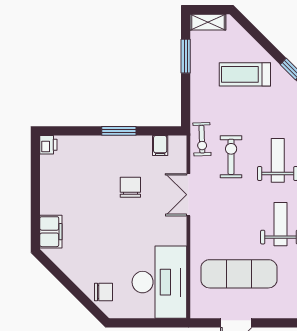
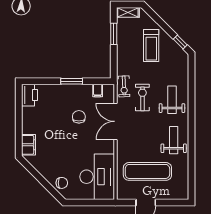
treadmill: (245, 74) -> (151, 45), turned -90
printer: (48, 145) -> (30, 95), width x1.87, depth x1.48
double door: (188, 195) -> (115, 121), width x1.37

